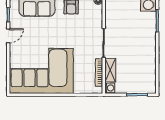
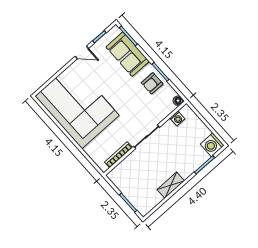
shelving: (110, 70) -> (171, 185), moved
washing machine: (110, 88) -> (177, 118), moved

